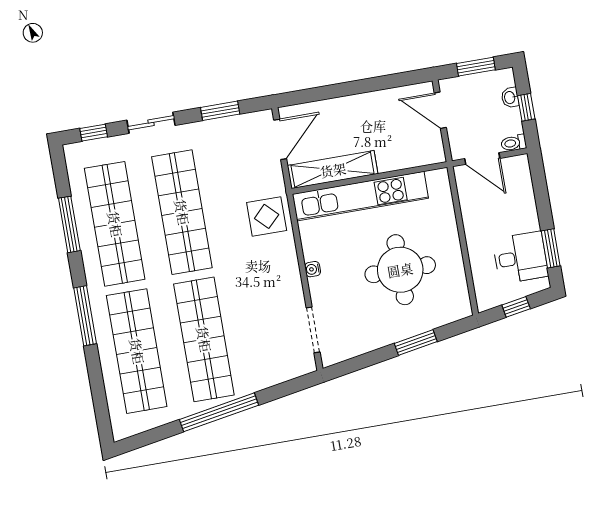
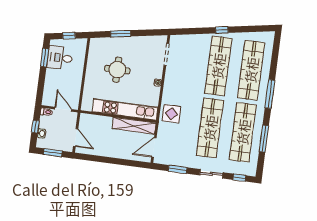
round table: (400, 270) -> (117, 70), width x0.73, depth x0.73
window: (219, 412) -> (222, 30), width x0.32

